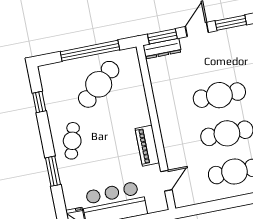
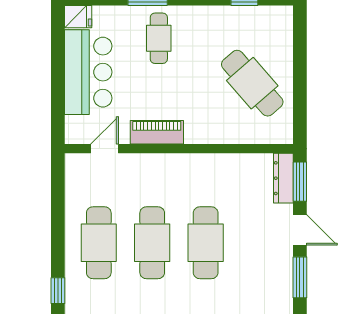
window: (90, 51) -> (300, 80), removed
cafe table: (72, 141) -> (159, 38), moved, turned 75
door: (166, 181) -> (105, 149), swing flipped

